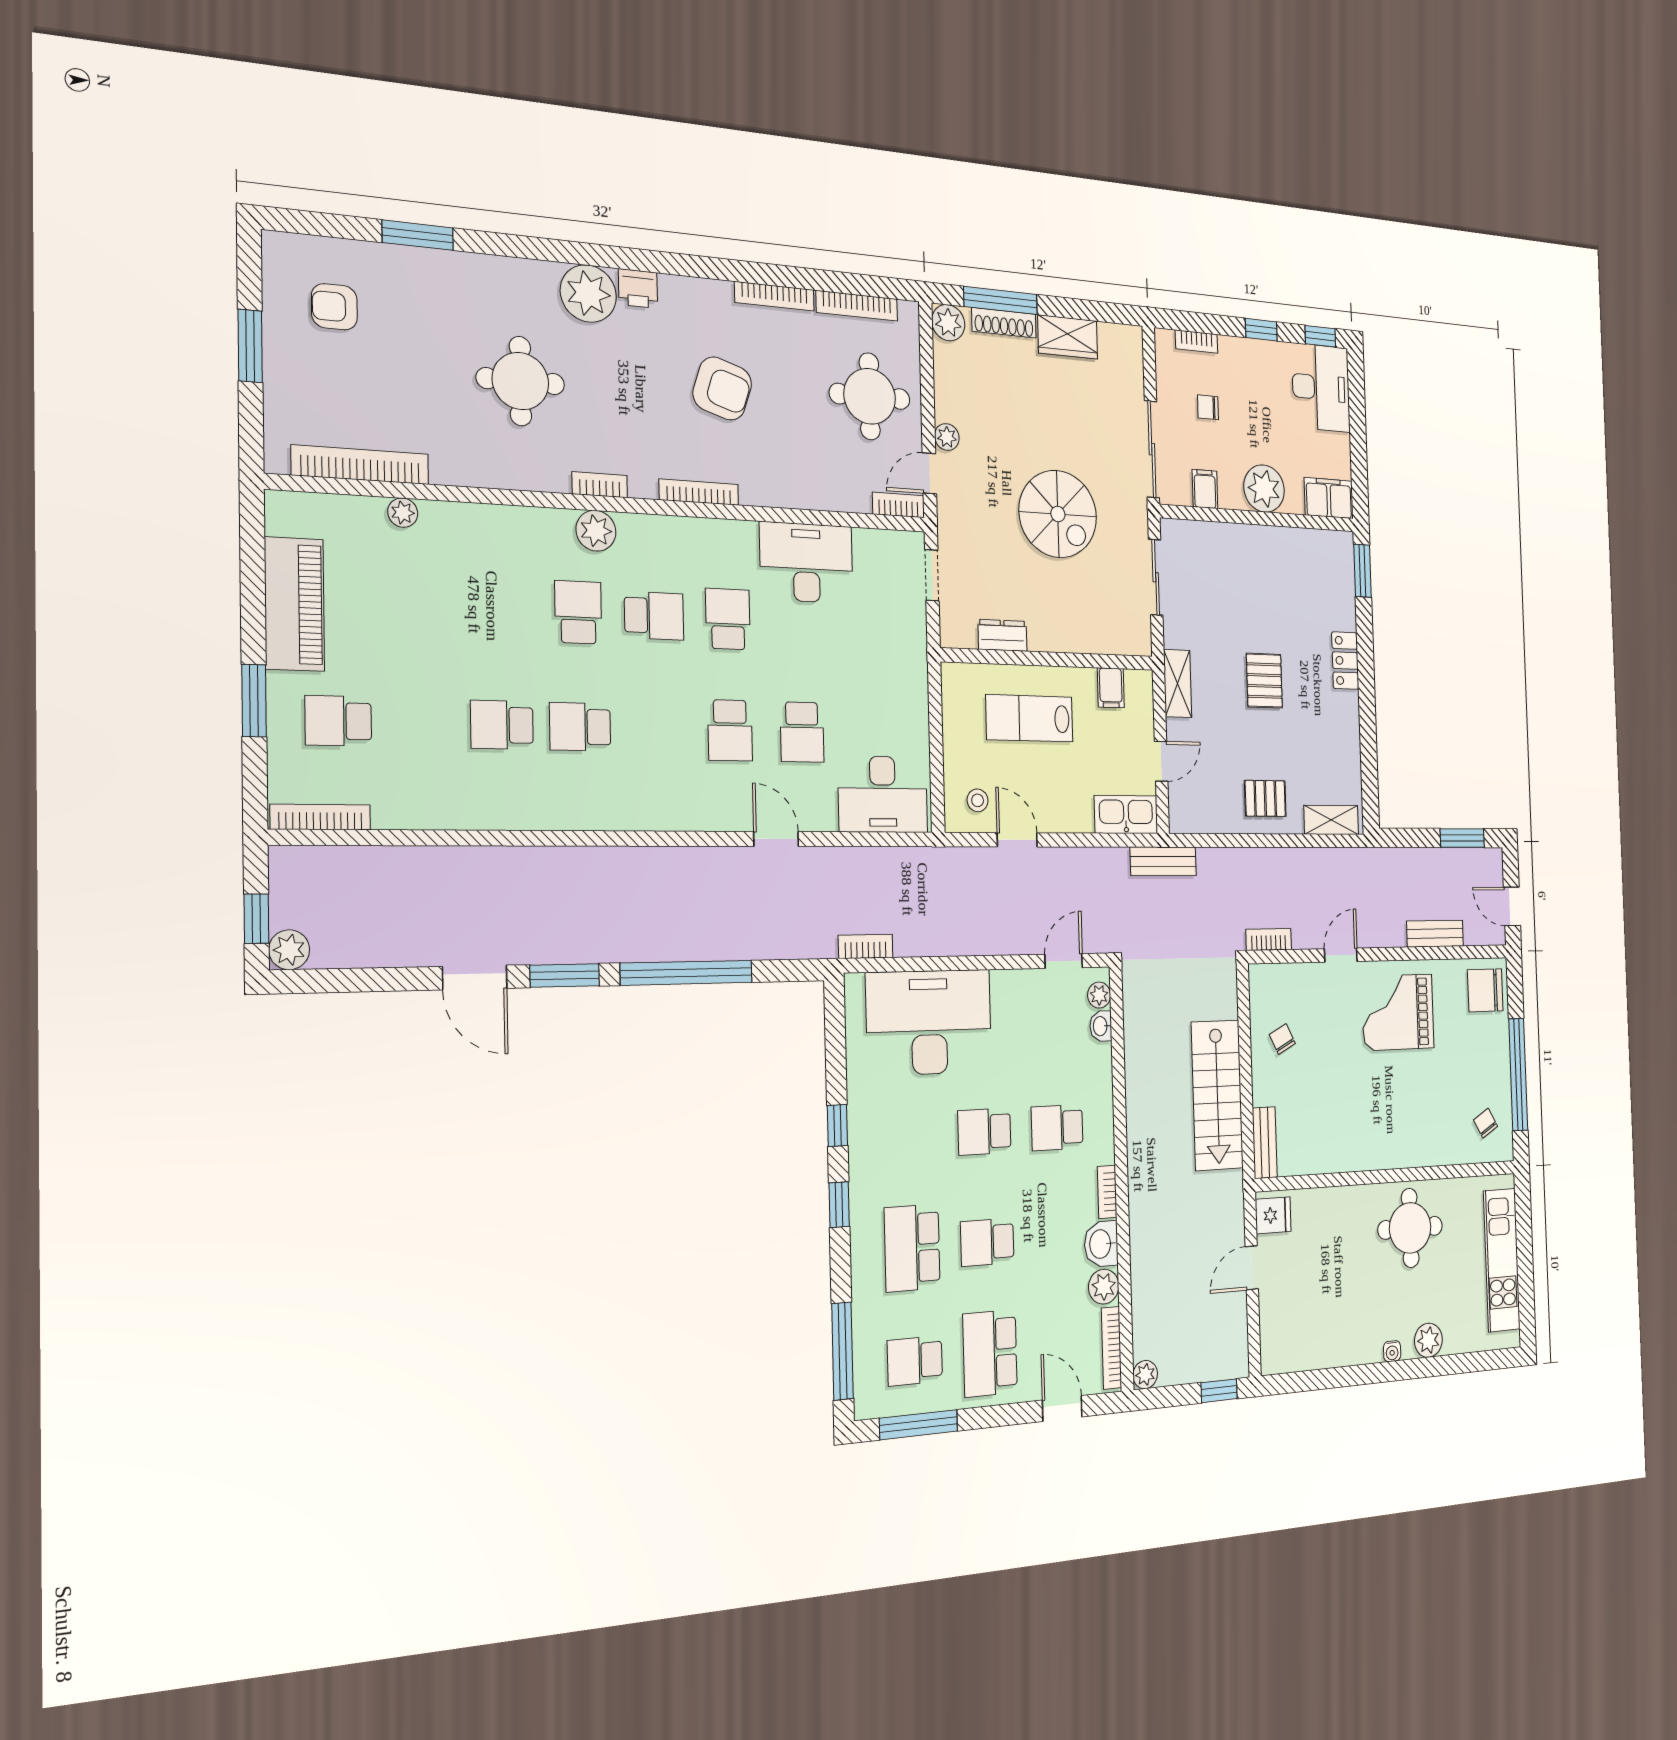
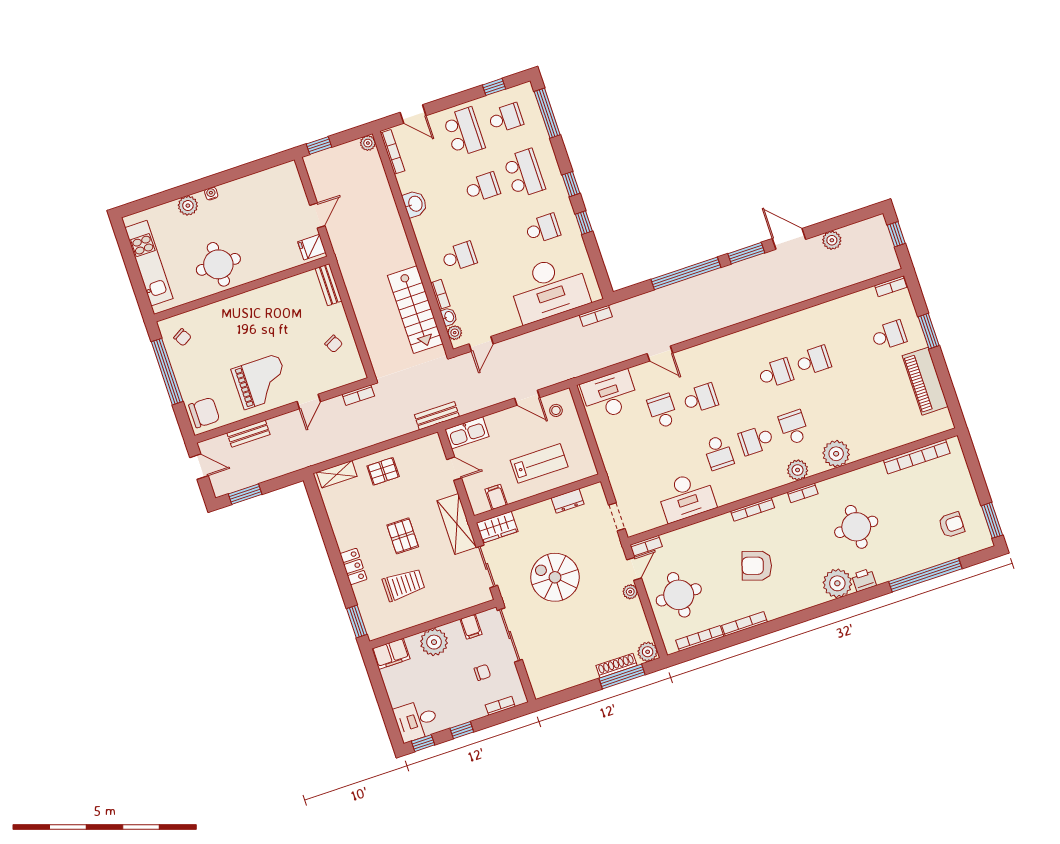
window: (418, 235) -> (925, 575), width x2.11
printer: (638, 288) -> (864, 580), moved
wardrobe: (1068, 337) -> (497, 527), moved, turned 180
window: (250, 346) -> (992, 520), moved
desk: (1321, 388) -> (416, 720), width x0.73
plant: (403, 513) -> (836, 454), moved, width x1.88, depth x1.88
trolley: (1283, 600) -> (404, 585), added
school desk: (578, 612) -> (794, 427), turned 180
shelving: (1177, 684) -> (457, 524), width x1.50, depth x1.33
school desk: (730, 730) -> (700, 398), turned 90
door: (1161, 761) -> (454, 469), swing flipped
bookcase: (320, 817) -> (891, 286), width x0.64
plant: (289, 950) -> (832, 240), moved
stairs: (1217, 1095) -> (415, 310), moved, turned 180
school desk: (984, 1132) -> (543, 229), moved
bookcase: (1107, 1192) -> (440, 294), moved
plant: (1104, 1287) -> (407, 182), removed
window: (918, 1425) -> (494, 87), width x0.46

